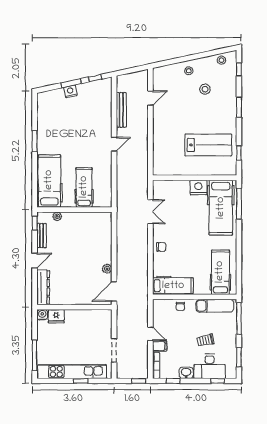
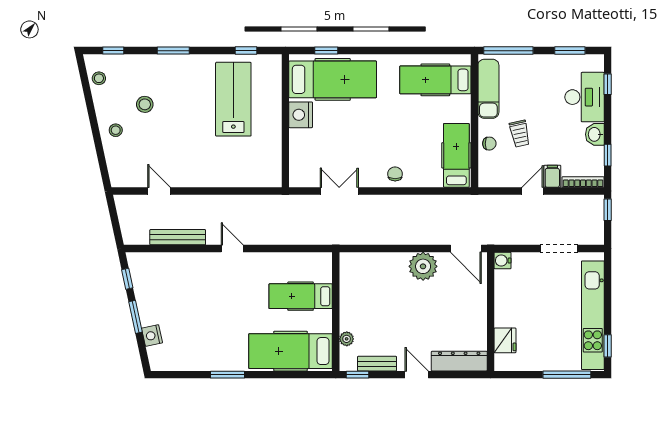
nightstand: (70, 91) -> (152, 336), moved
window: (239, 204) -> (326, 51), width x0.46
plant: (107, 269) -> (423, 266), width x1.88, depth x1.88
water cooler: (42, 315) -> (503, 261), moved
trolley: (205, 340) -> (520, 134), moved
window: (81, 381) -> (608, 346), moved

